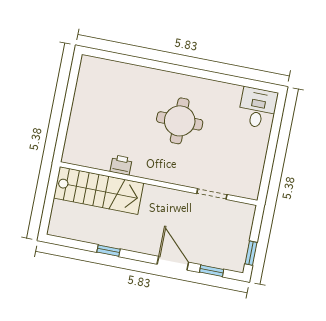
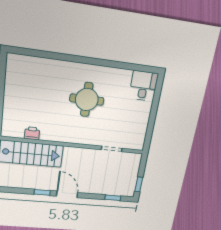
printer: (121, 165) -> (32, 133), moved
door: (173, 263) -> (67, 194), moved

